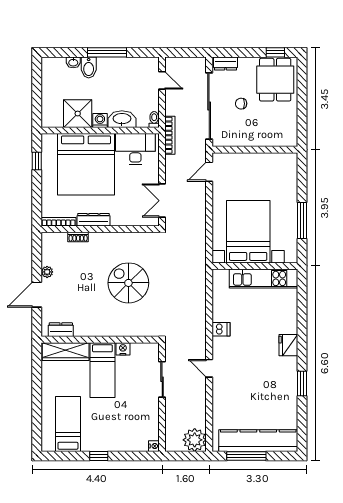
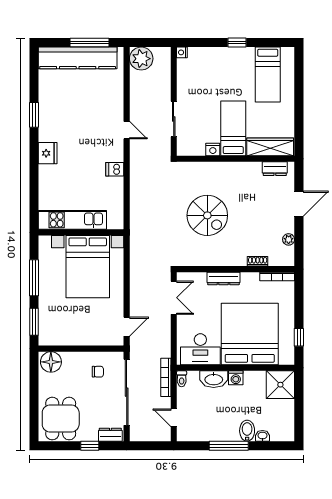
window: (275, 52) -> (90, 446), moved
chair: (241, 104) -> (98, 372), moved
shower: (78, 114) -> (280, 385), moved
bookcase: (170, 135) -> (166, 377), moved
floor lamp: (285, 136) -> (51, 362), added
window: (302, 176) -> (34, 322), added
dresser: (93, 220) -> (223, 279), moved
plant: (47, 272) -> (289, 239), moved

